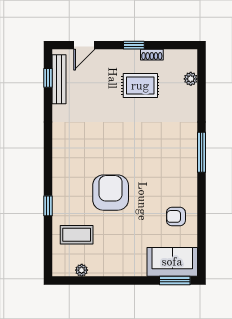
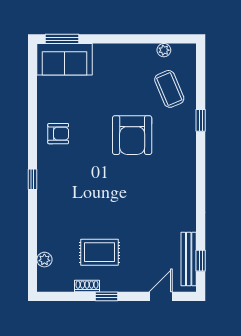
window: (202, 152) -> (32, 179), width x0.46
armchair: (176, 216) -> (58, 134), moved
coffee table: (77, 235) -> (169, 89), turned 67

